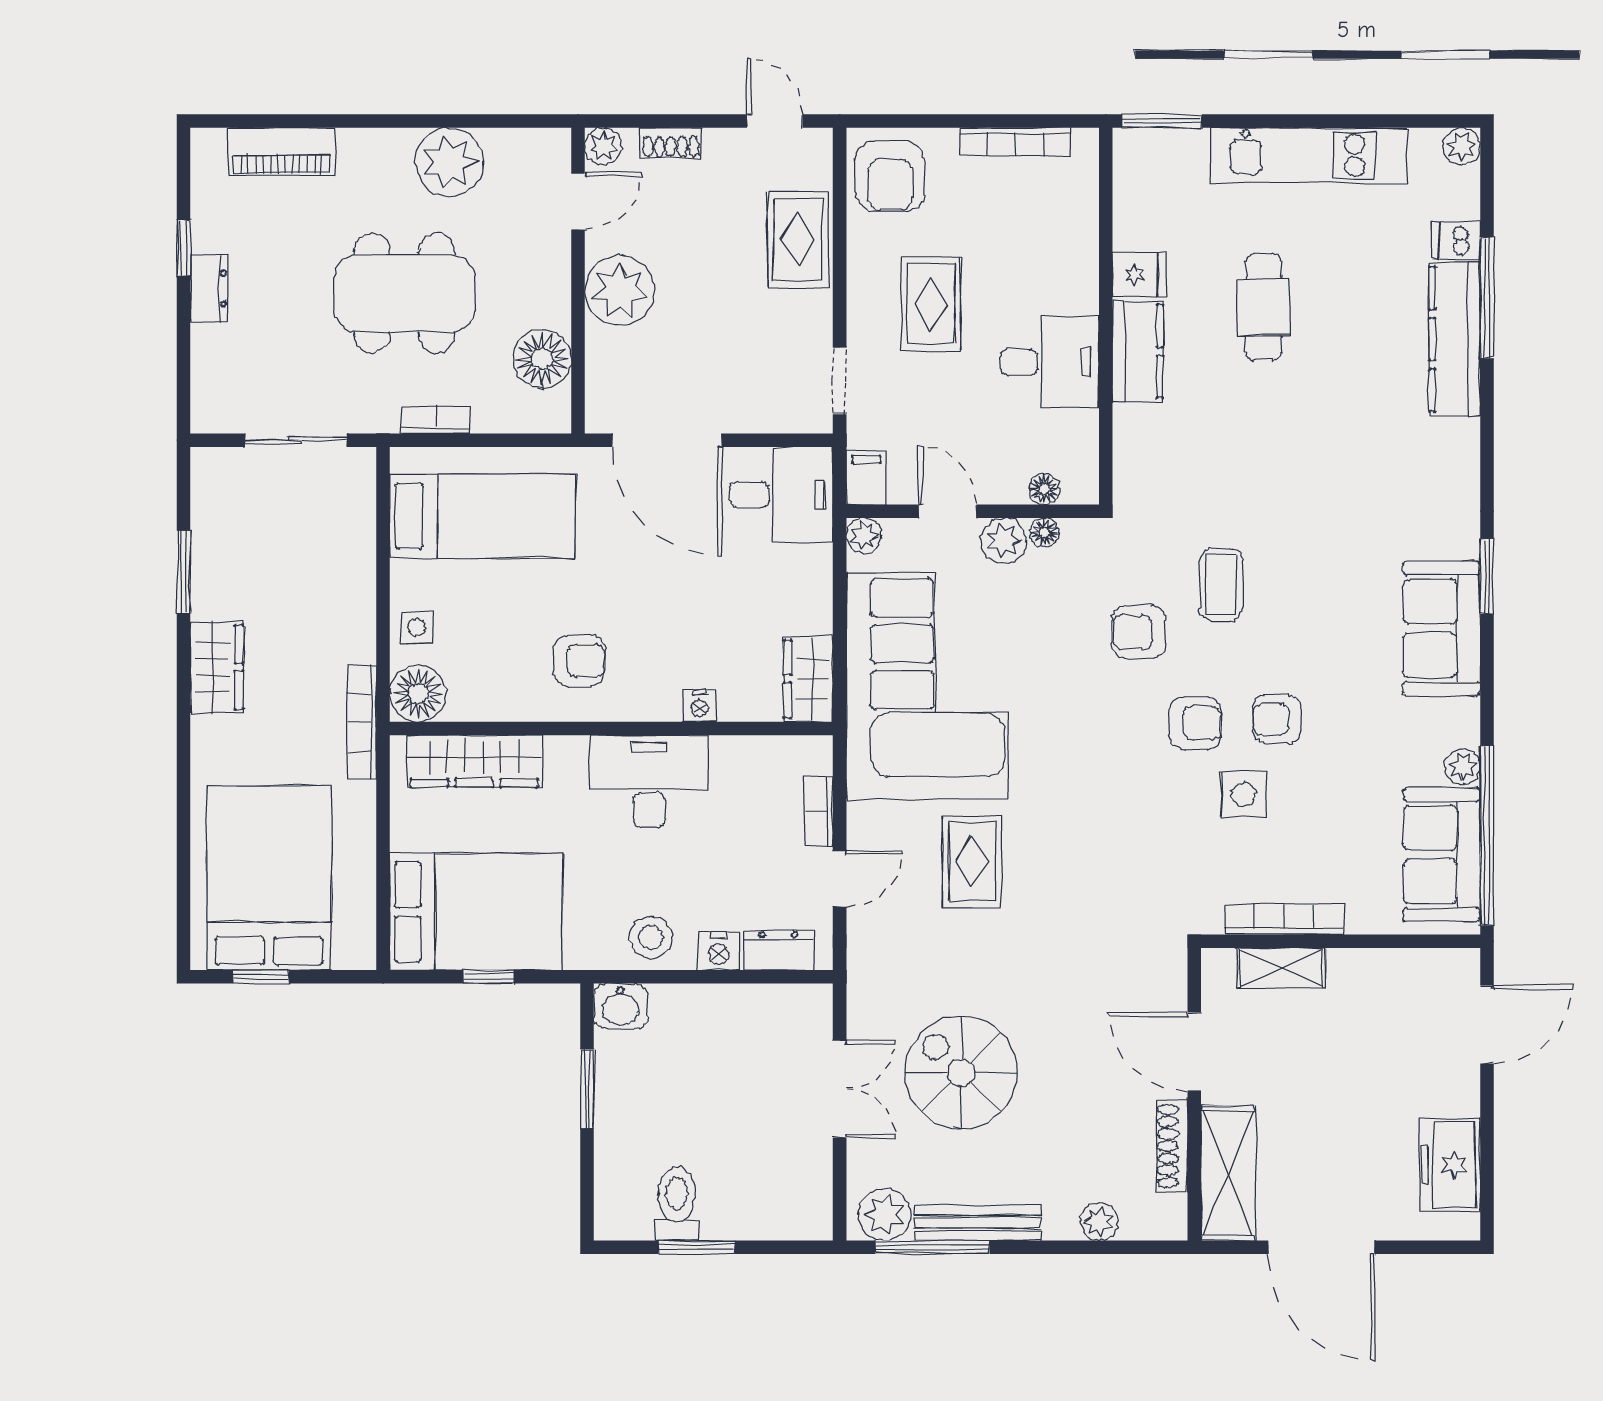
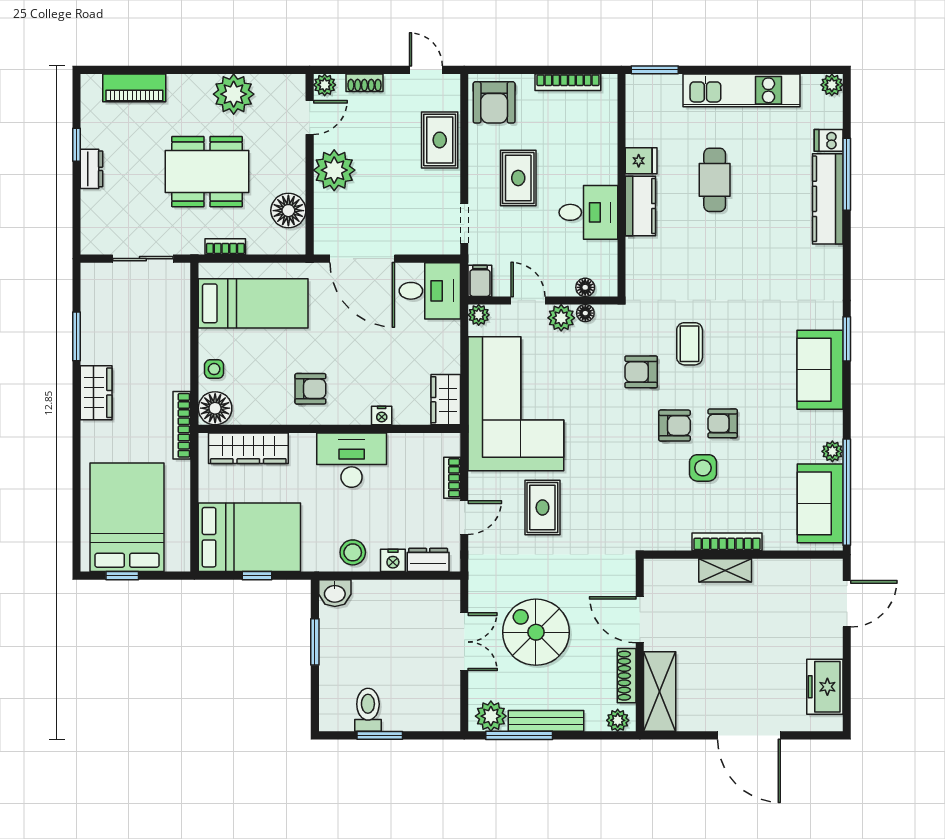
door: (1194, 1051) -> (640, 620), moved
wall: (1194, 1094) -> (640, 645), moved
shoe rack: (1172, 1146) -> (627, 676), moved
shelving: (1228, 1173) -> (660, 692), moved

